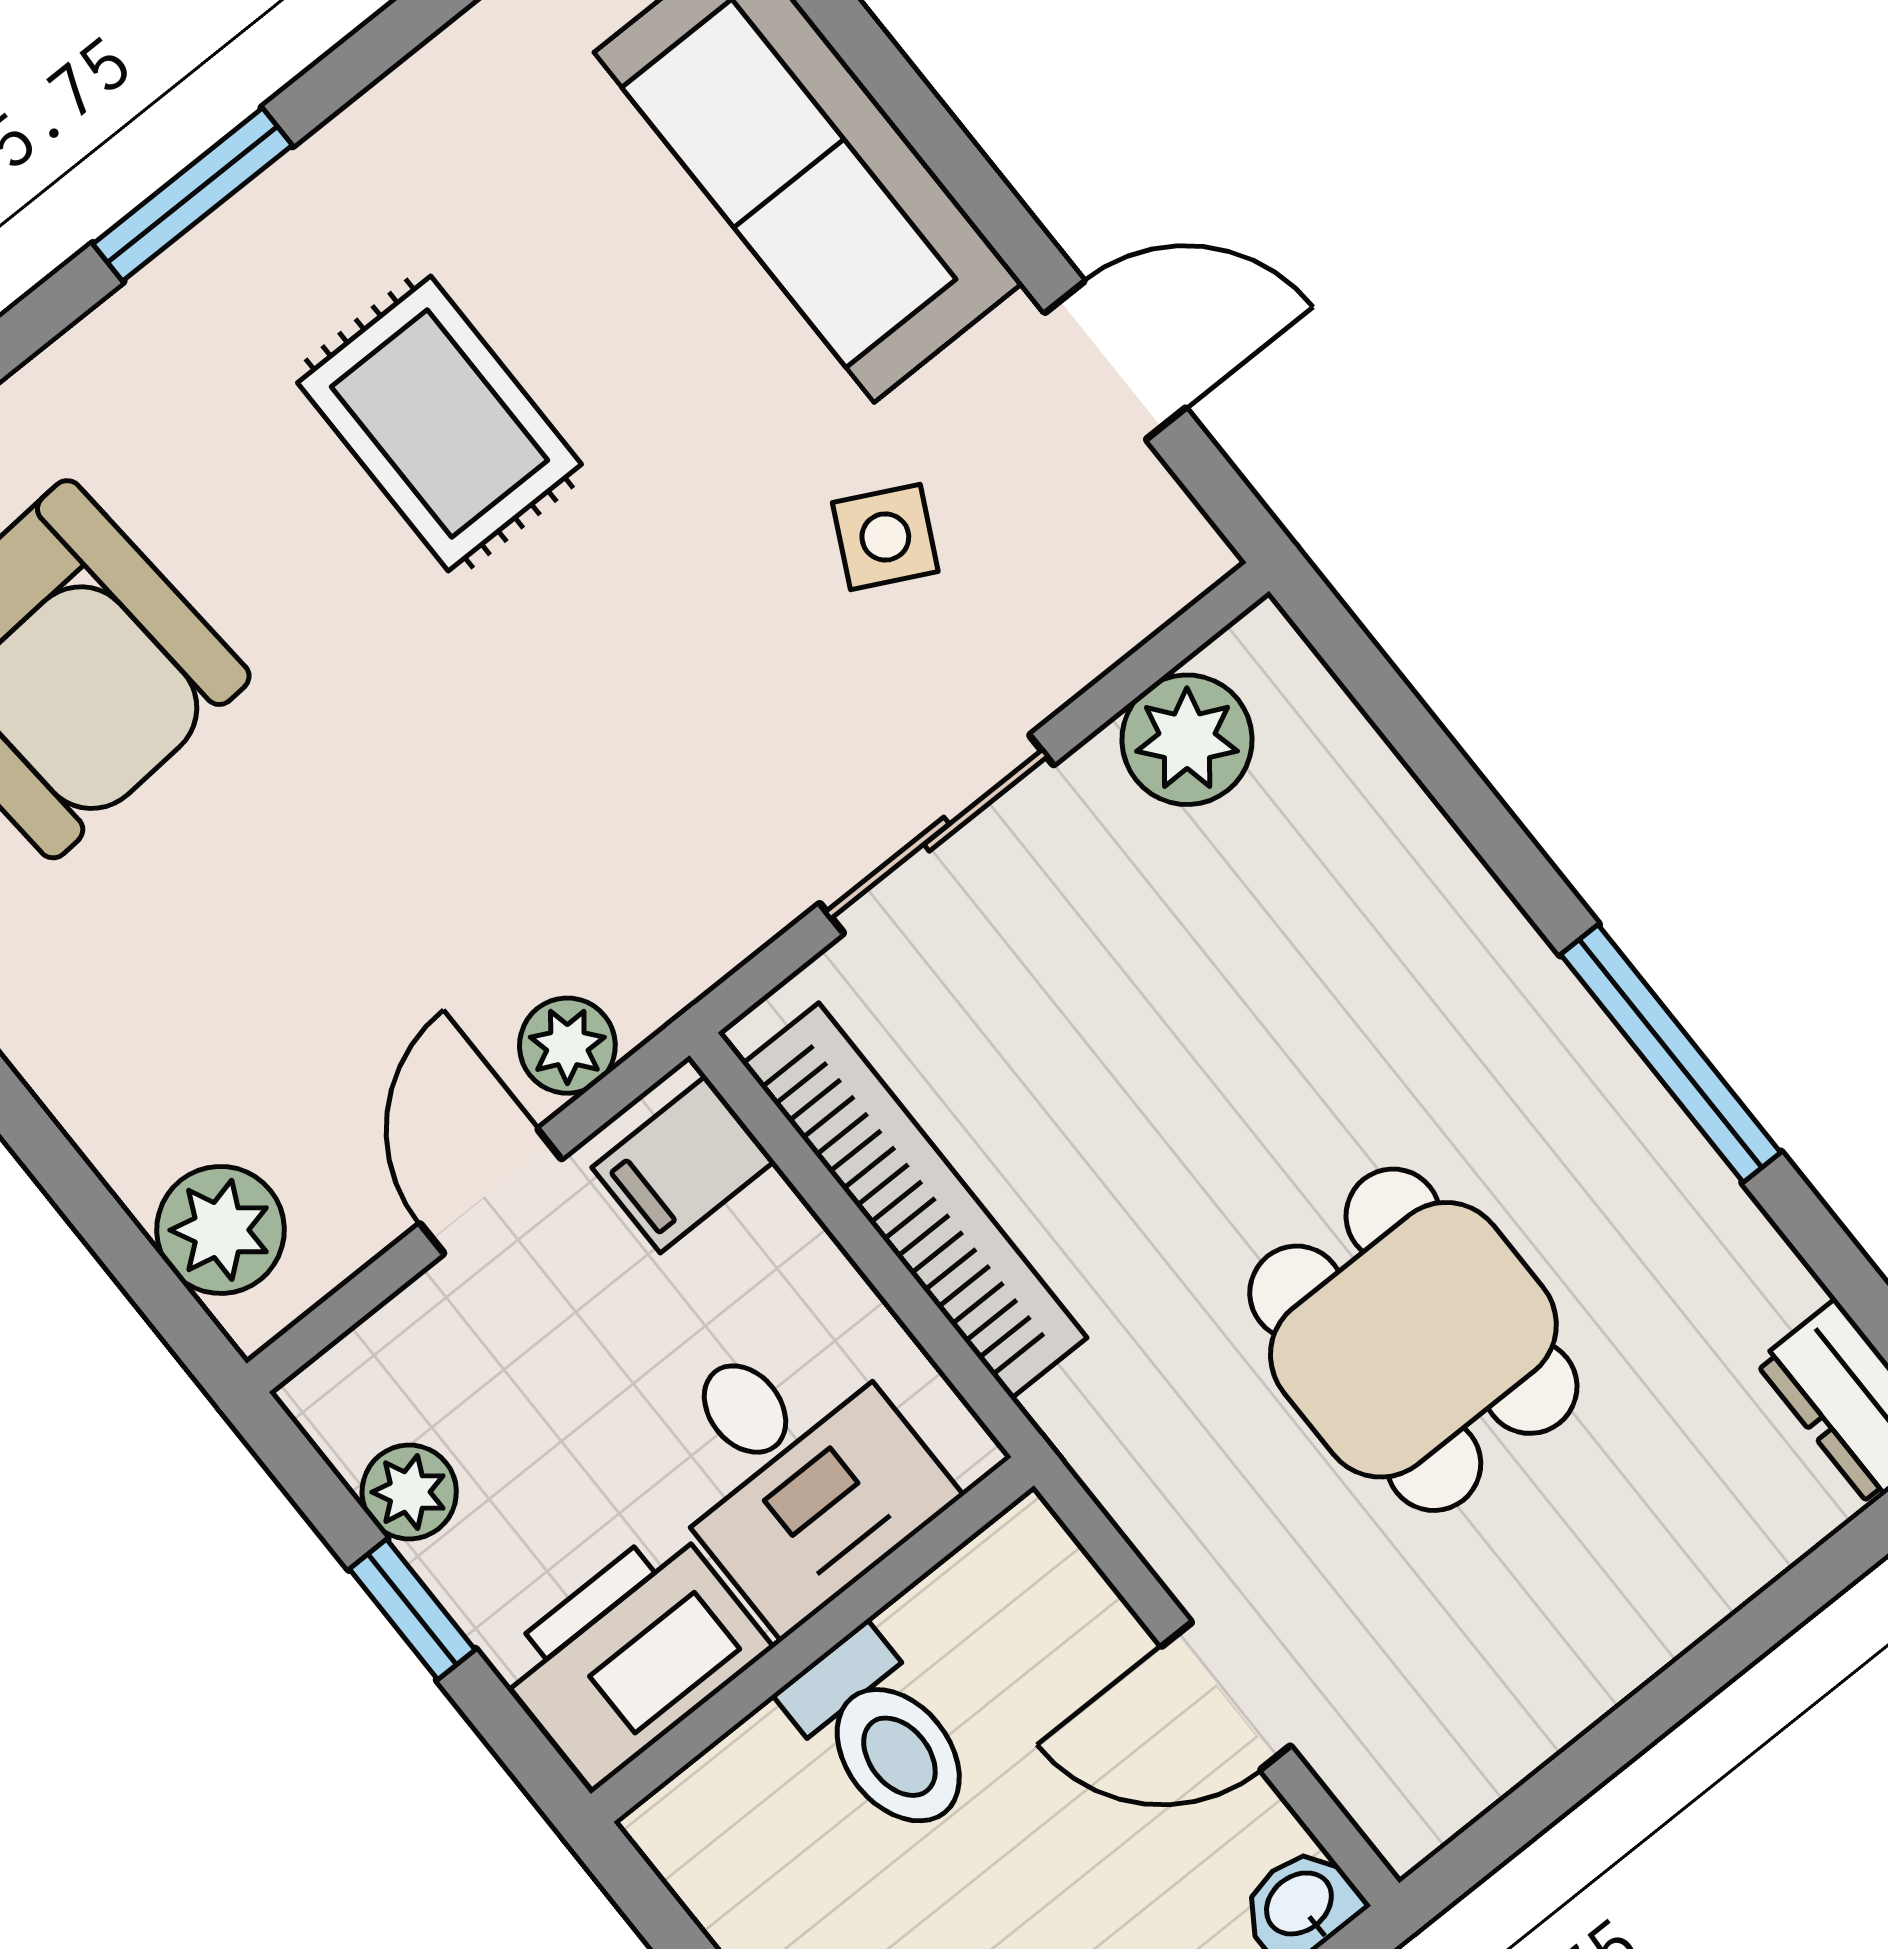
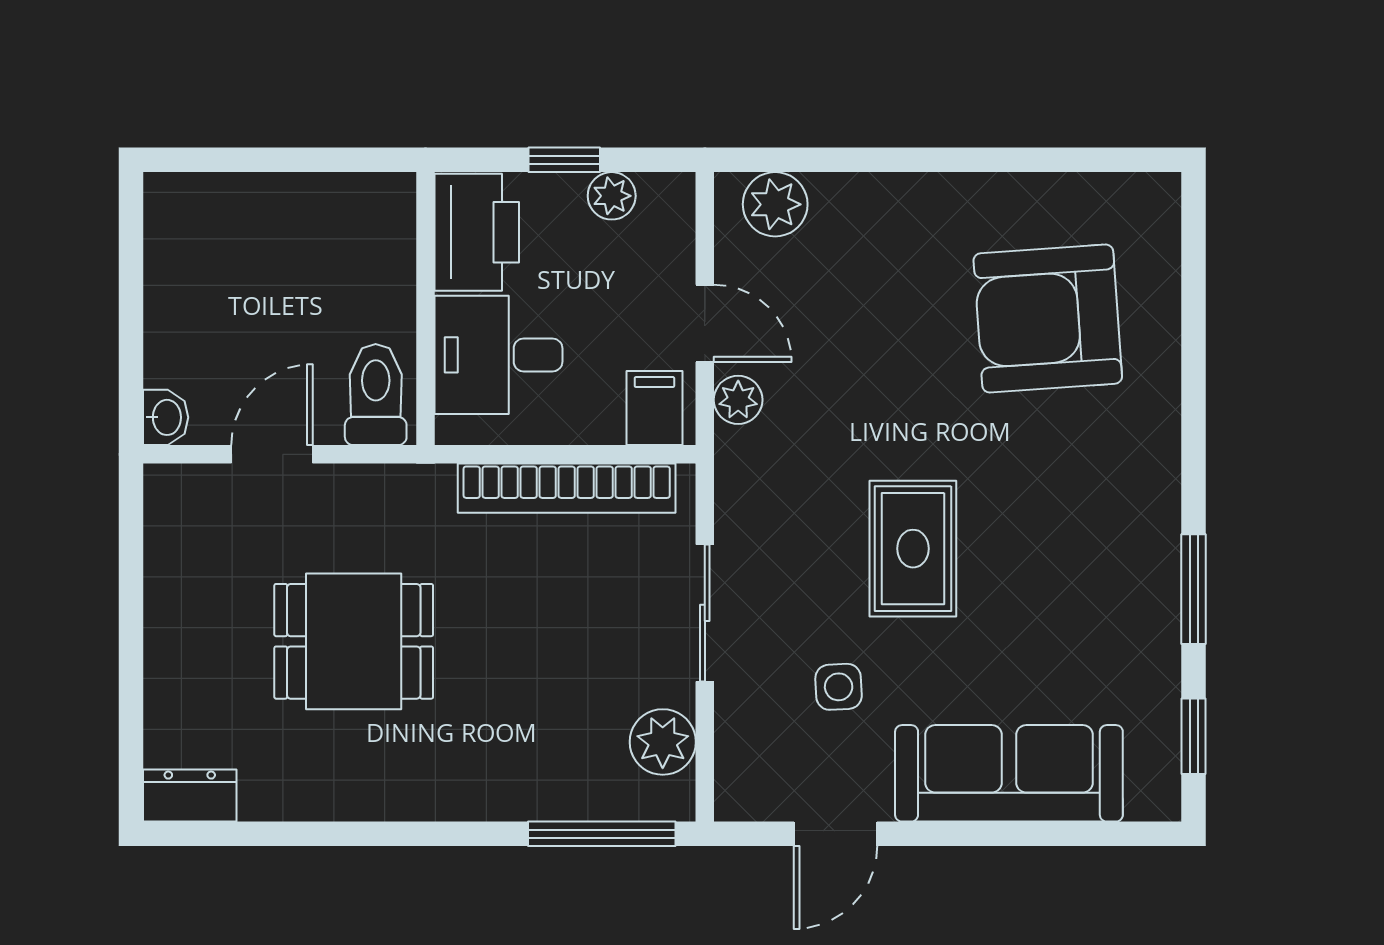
window: (193, 195) -> (1194, 589), moved
rug: (440, 424) -> (913, 549), moved, turned 90
side table: (885, 537) -> (839, 687), turned -30
window: (1671, 1054) -> (602, 834), moved
toilet: (882, 1735) -> (376, 395), moved, turned 90

